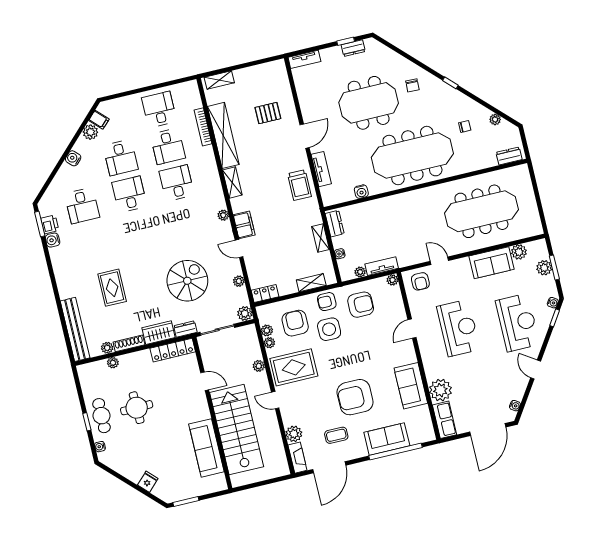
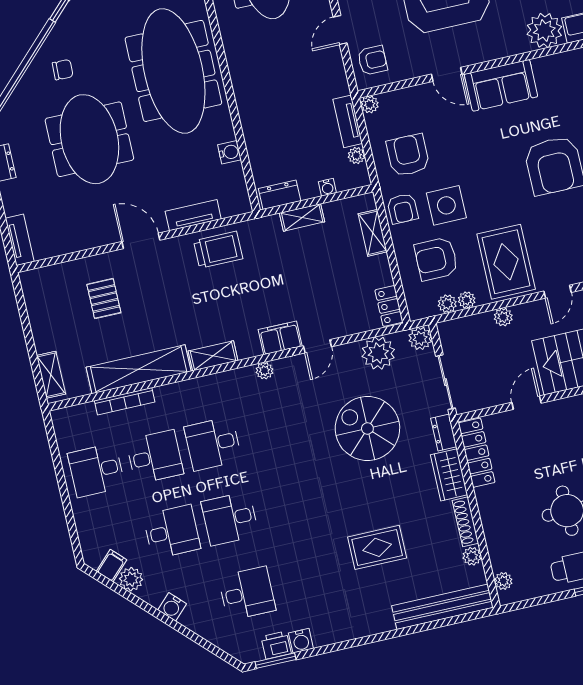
plant: (239, 281) -> (378, 353), width x1.88, depth x1.88
plant: (113, 363) -> (503, 581), moved
sofa: (411, 386) -> (501, 85), moved

